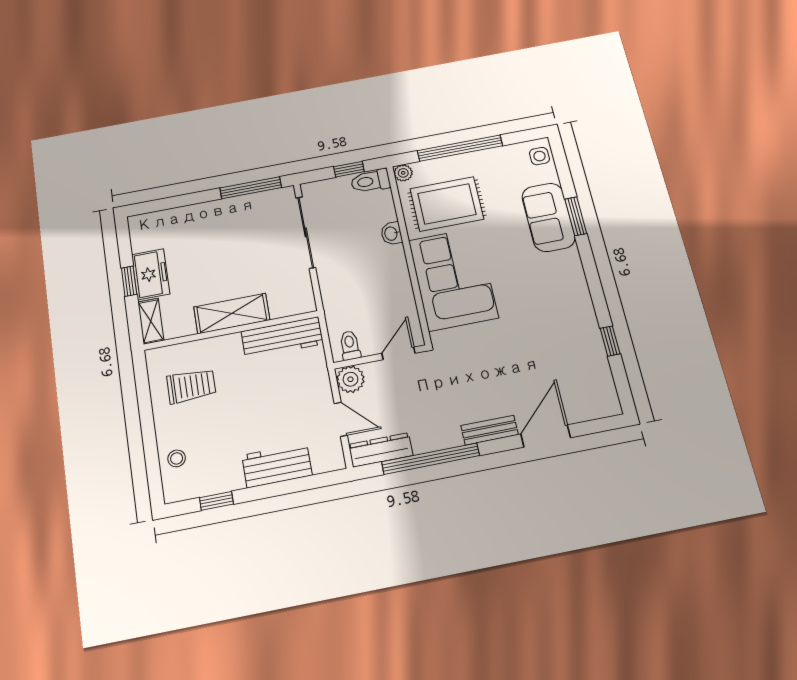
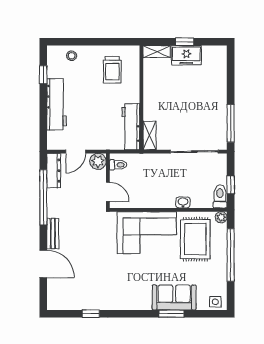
shelving: (232, 313) -> (150, 135), moved, width x0.67, depth x0.75
workbench: (277, 465) -> (57, 104), width x1.38

